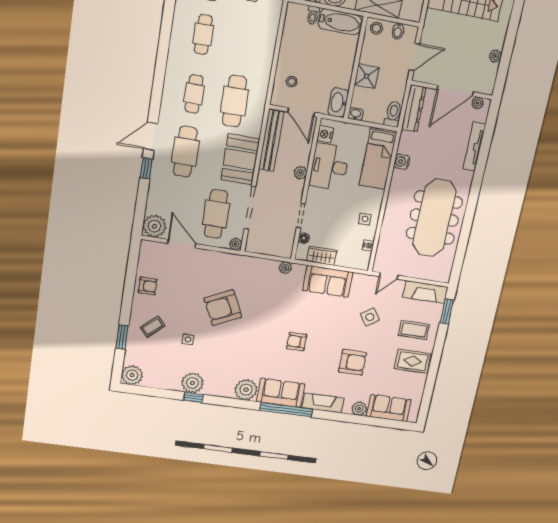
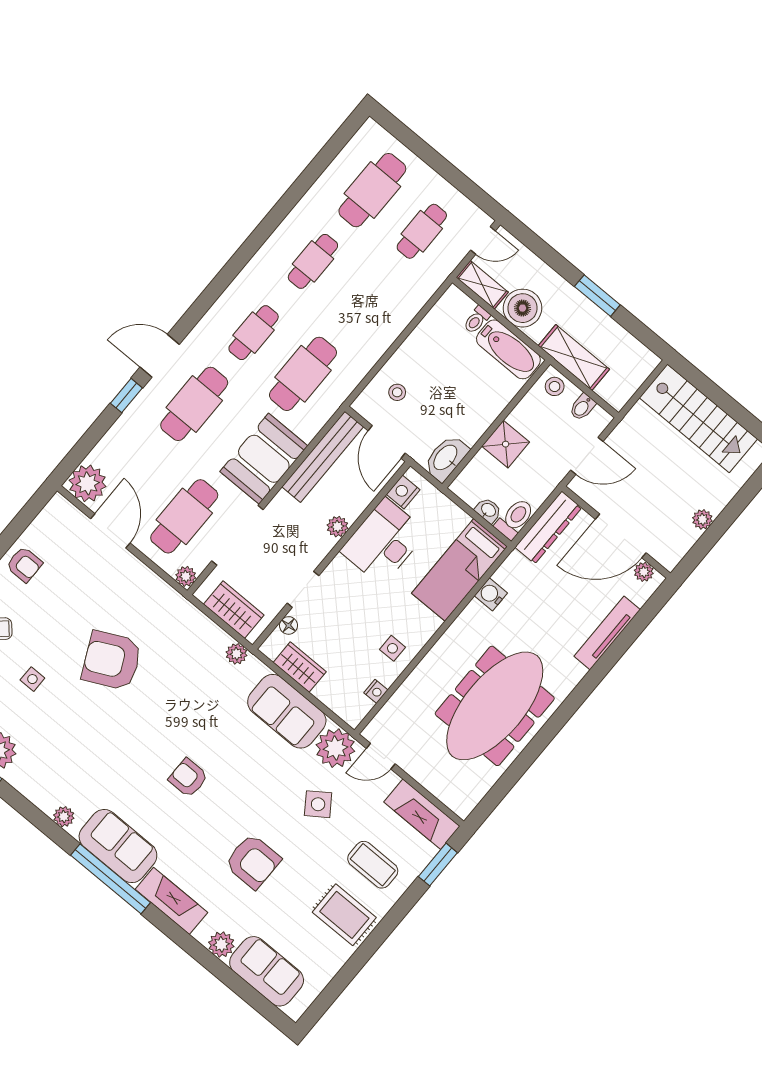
washbasin: (356, 114) -> (488, 510), moved
wardrobe: (271, 247) -> (234, 610), added
plant: (363, 285) -> (335, 748), added
plant: (246, 390) -> (64, 817), width x0.53, depth x0.53

